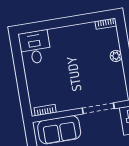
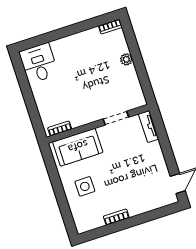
doorway: (98, 108) -> (116, 118), width x0.73

